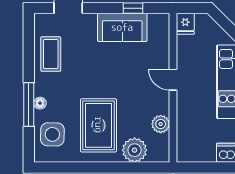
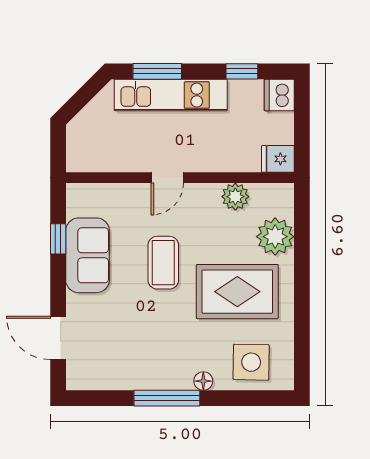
fridge: (185, 24) -> (278, 159), moved, turned 180
coffee table: (51, 54) -> (163, 263), moved, turned 90
window: (29, 104) -> (167, 398), moved

